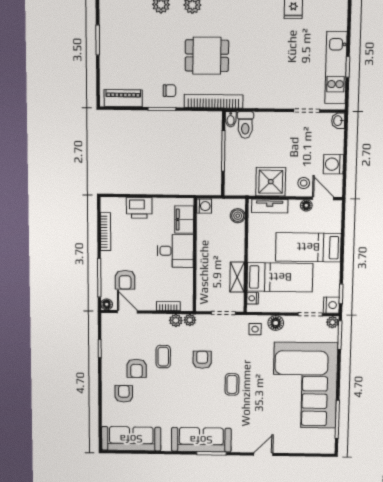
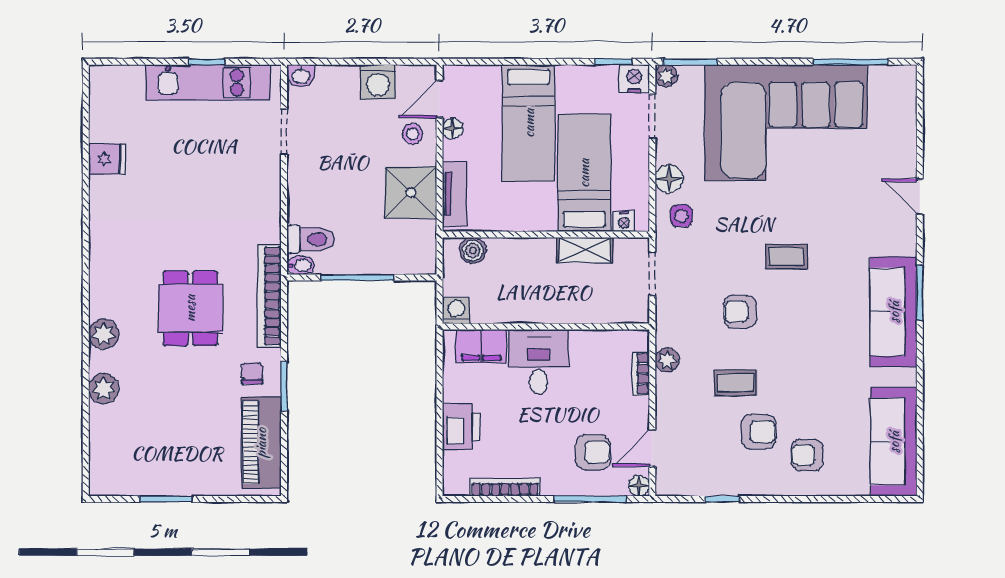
piano: (123, 98) -> (261, 443), width x1.37, depth x1.33
plant: (190, 320) -> (666, 335), removed

